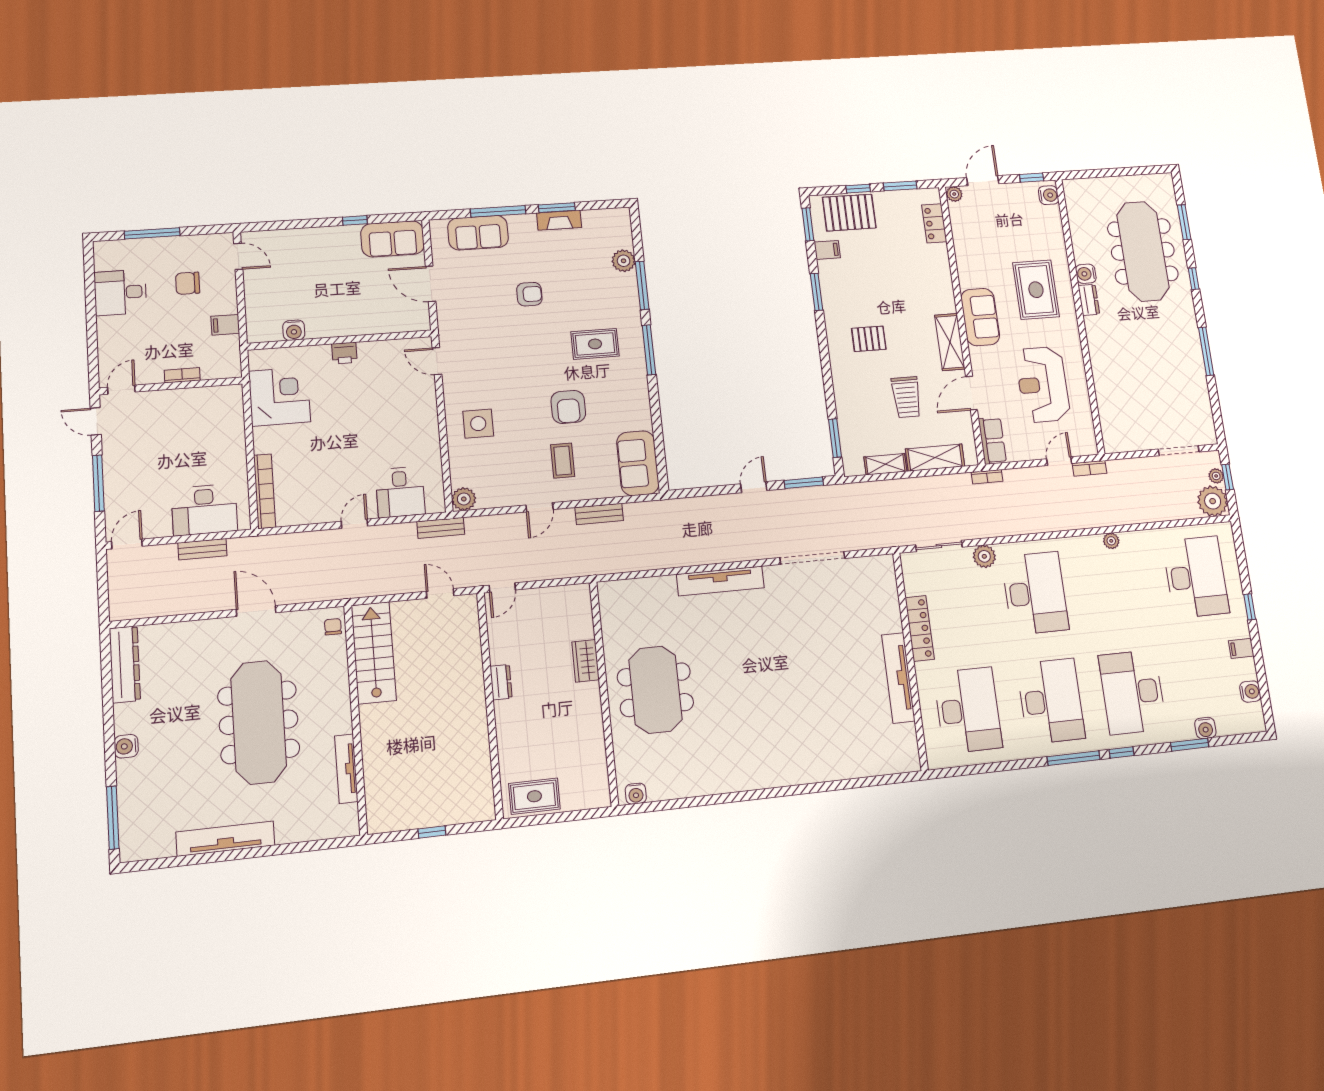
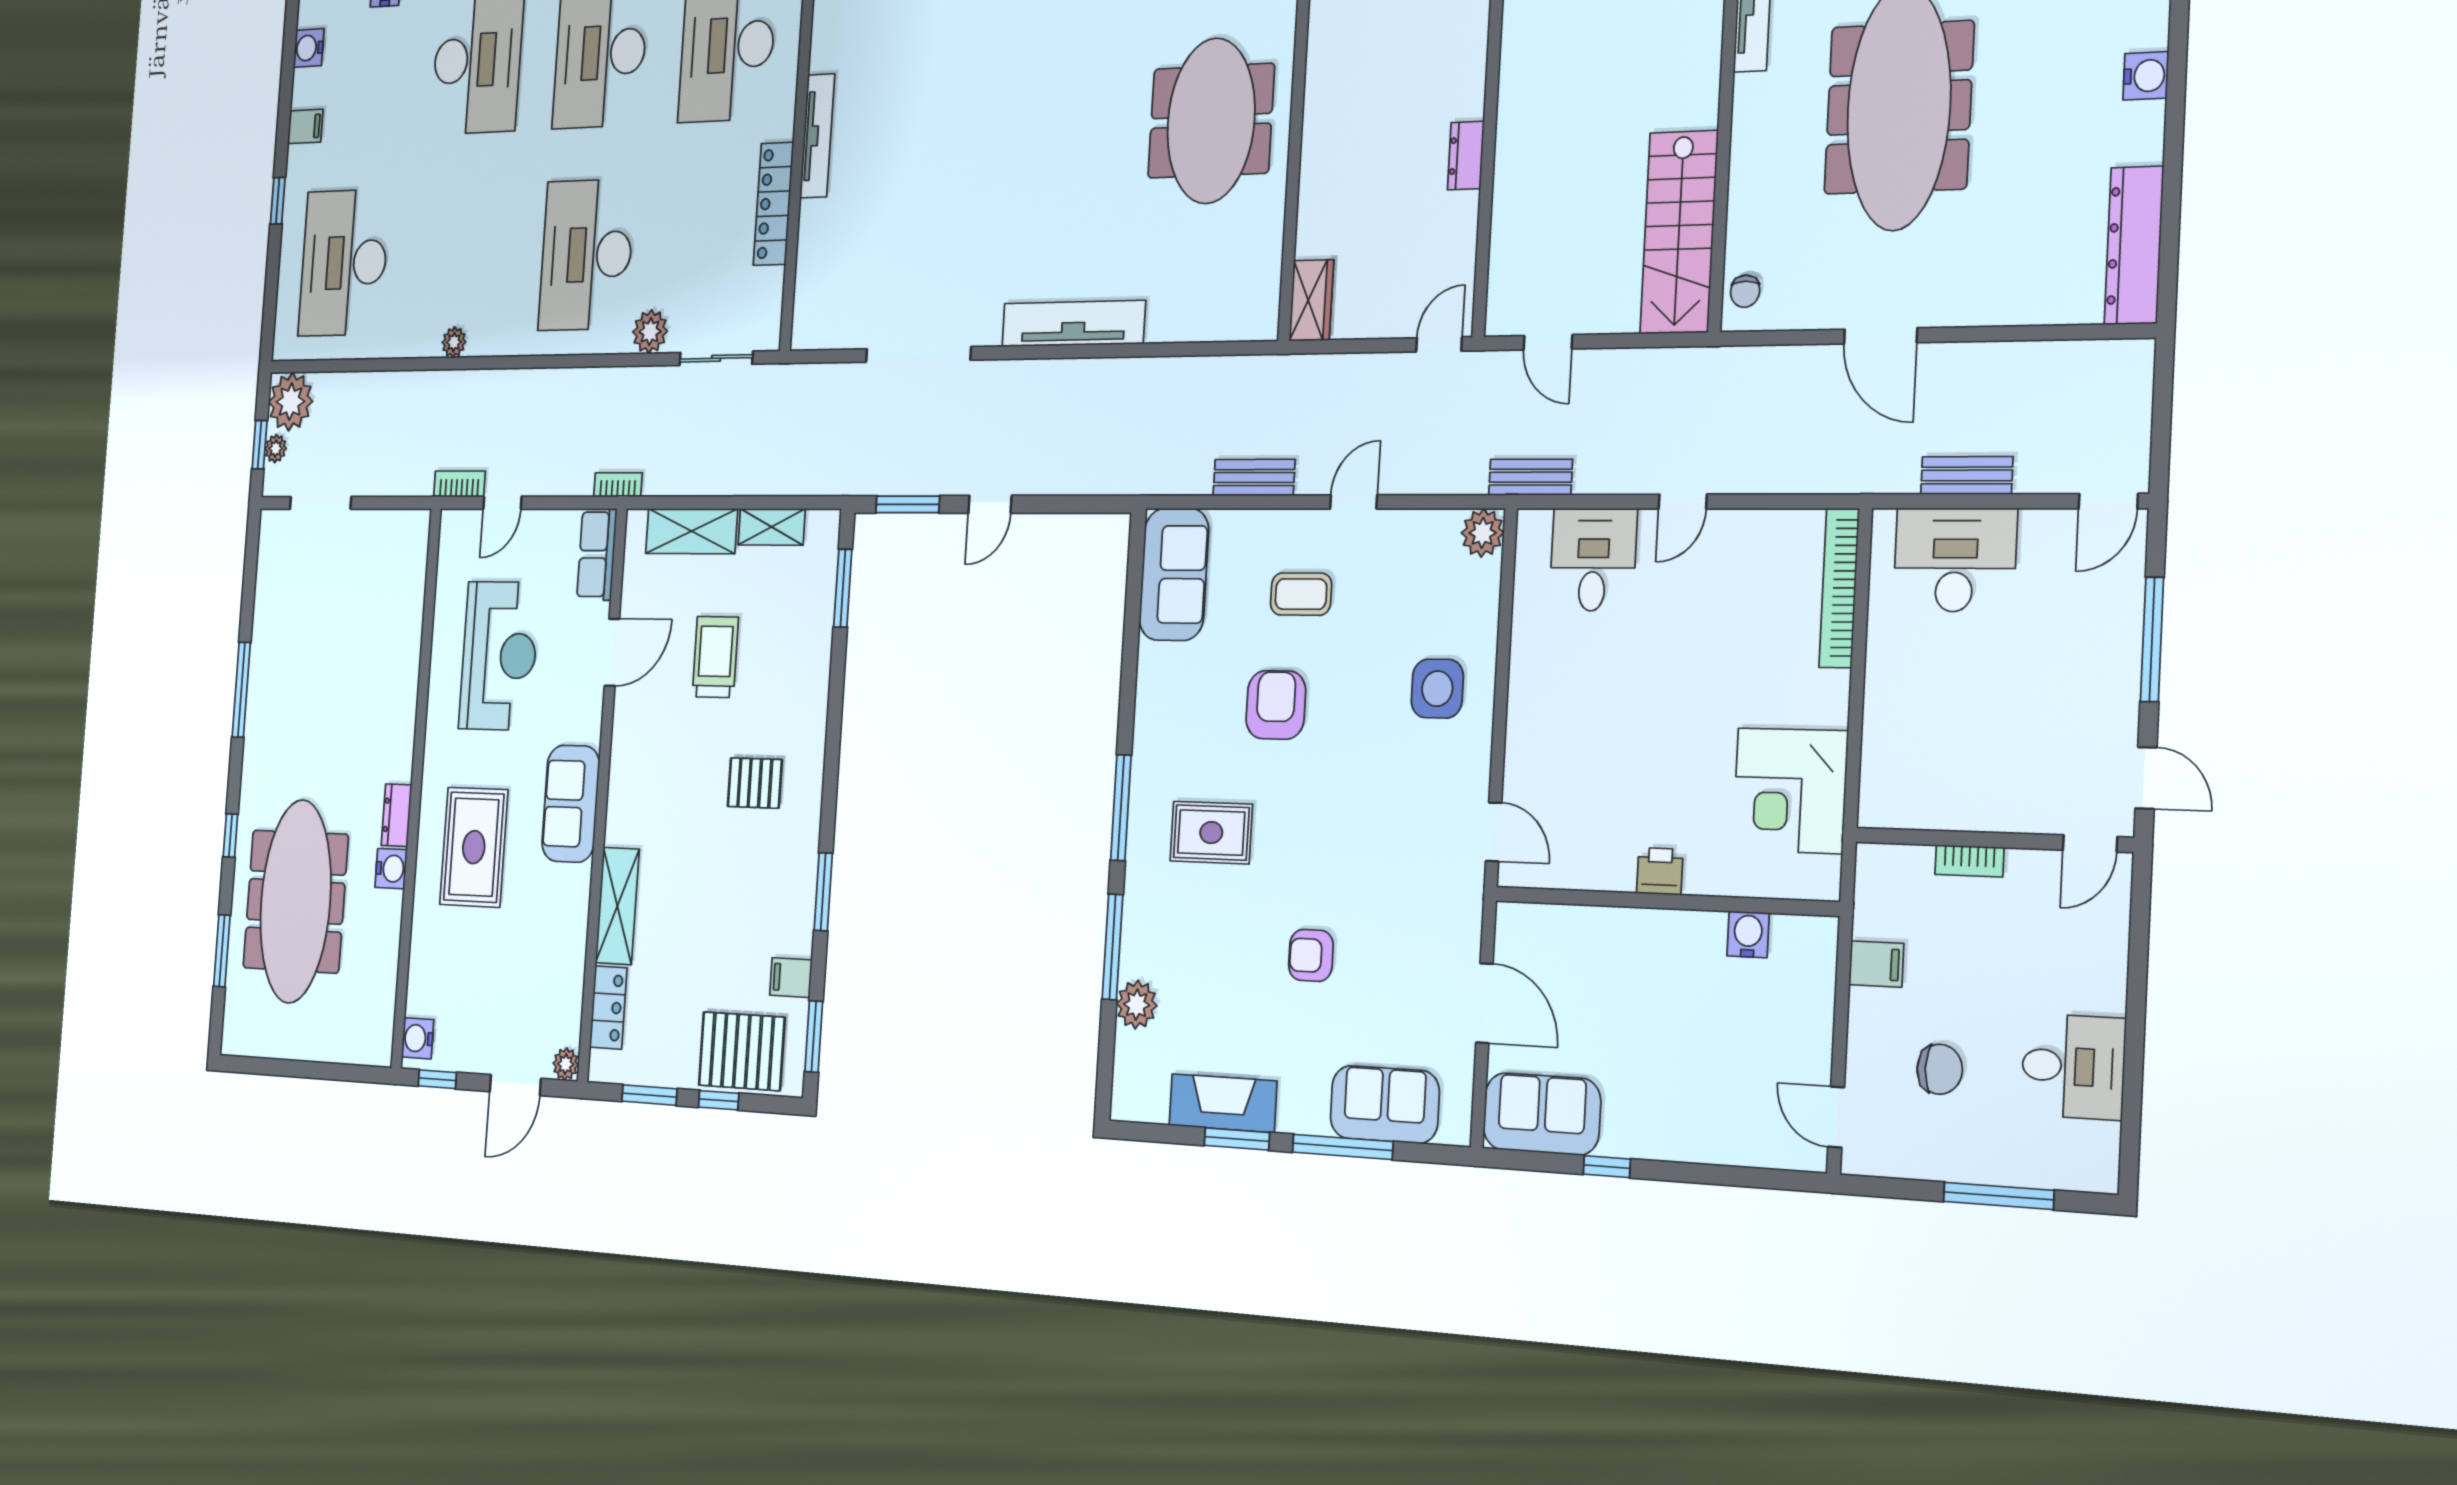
fireplace: (559, 220) -> (1223, 1103), width x1.37, depth x1.32
shelving: (950, 342) -> (617, 906), moved
coffee table: (563, 461) -> (1301, 594), turned 90
wardrobe: (586, 661) -> (1311, 300), moved
tv unit: (898, 678) -> (817, 136), width x0.73, depth x0.78

